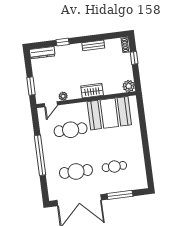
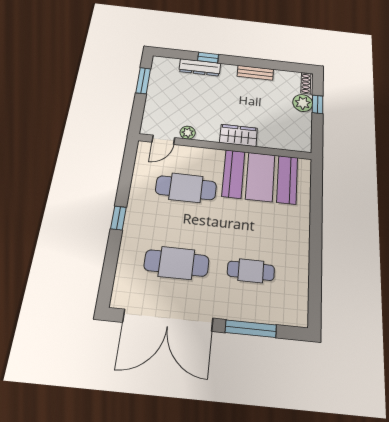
dresser: (42, 53) -> (200, 67), moved
window: (31, 86) -> (143, 81), moved
plant: (129, 86) -> (303, 103), moved
window: (40, 155) -> (118, 218), width x0.32

